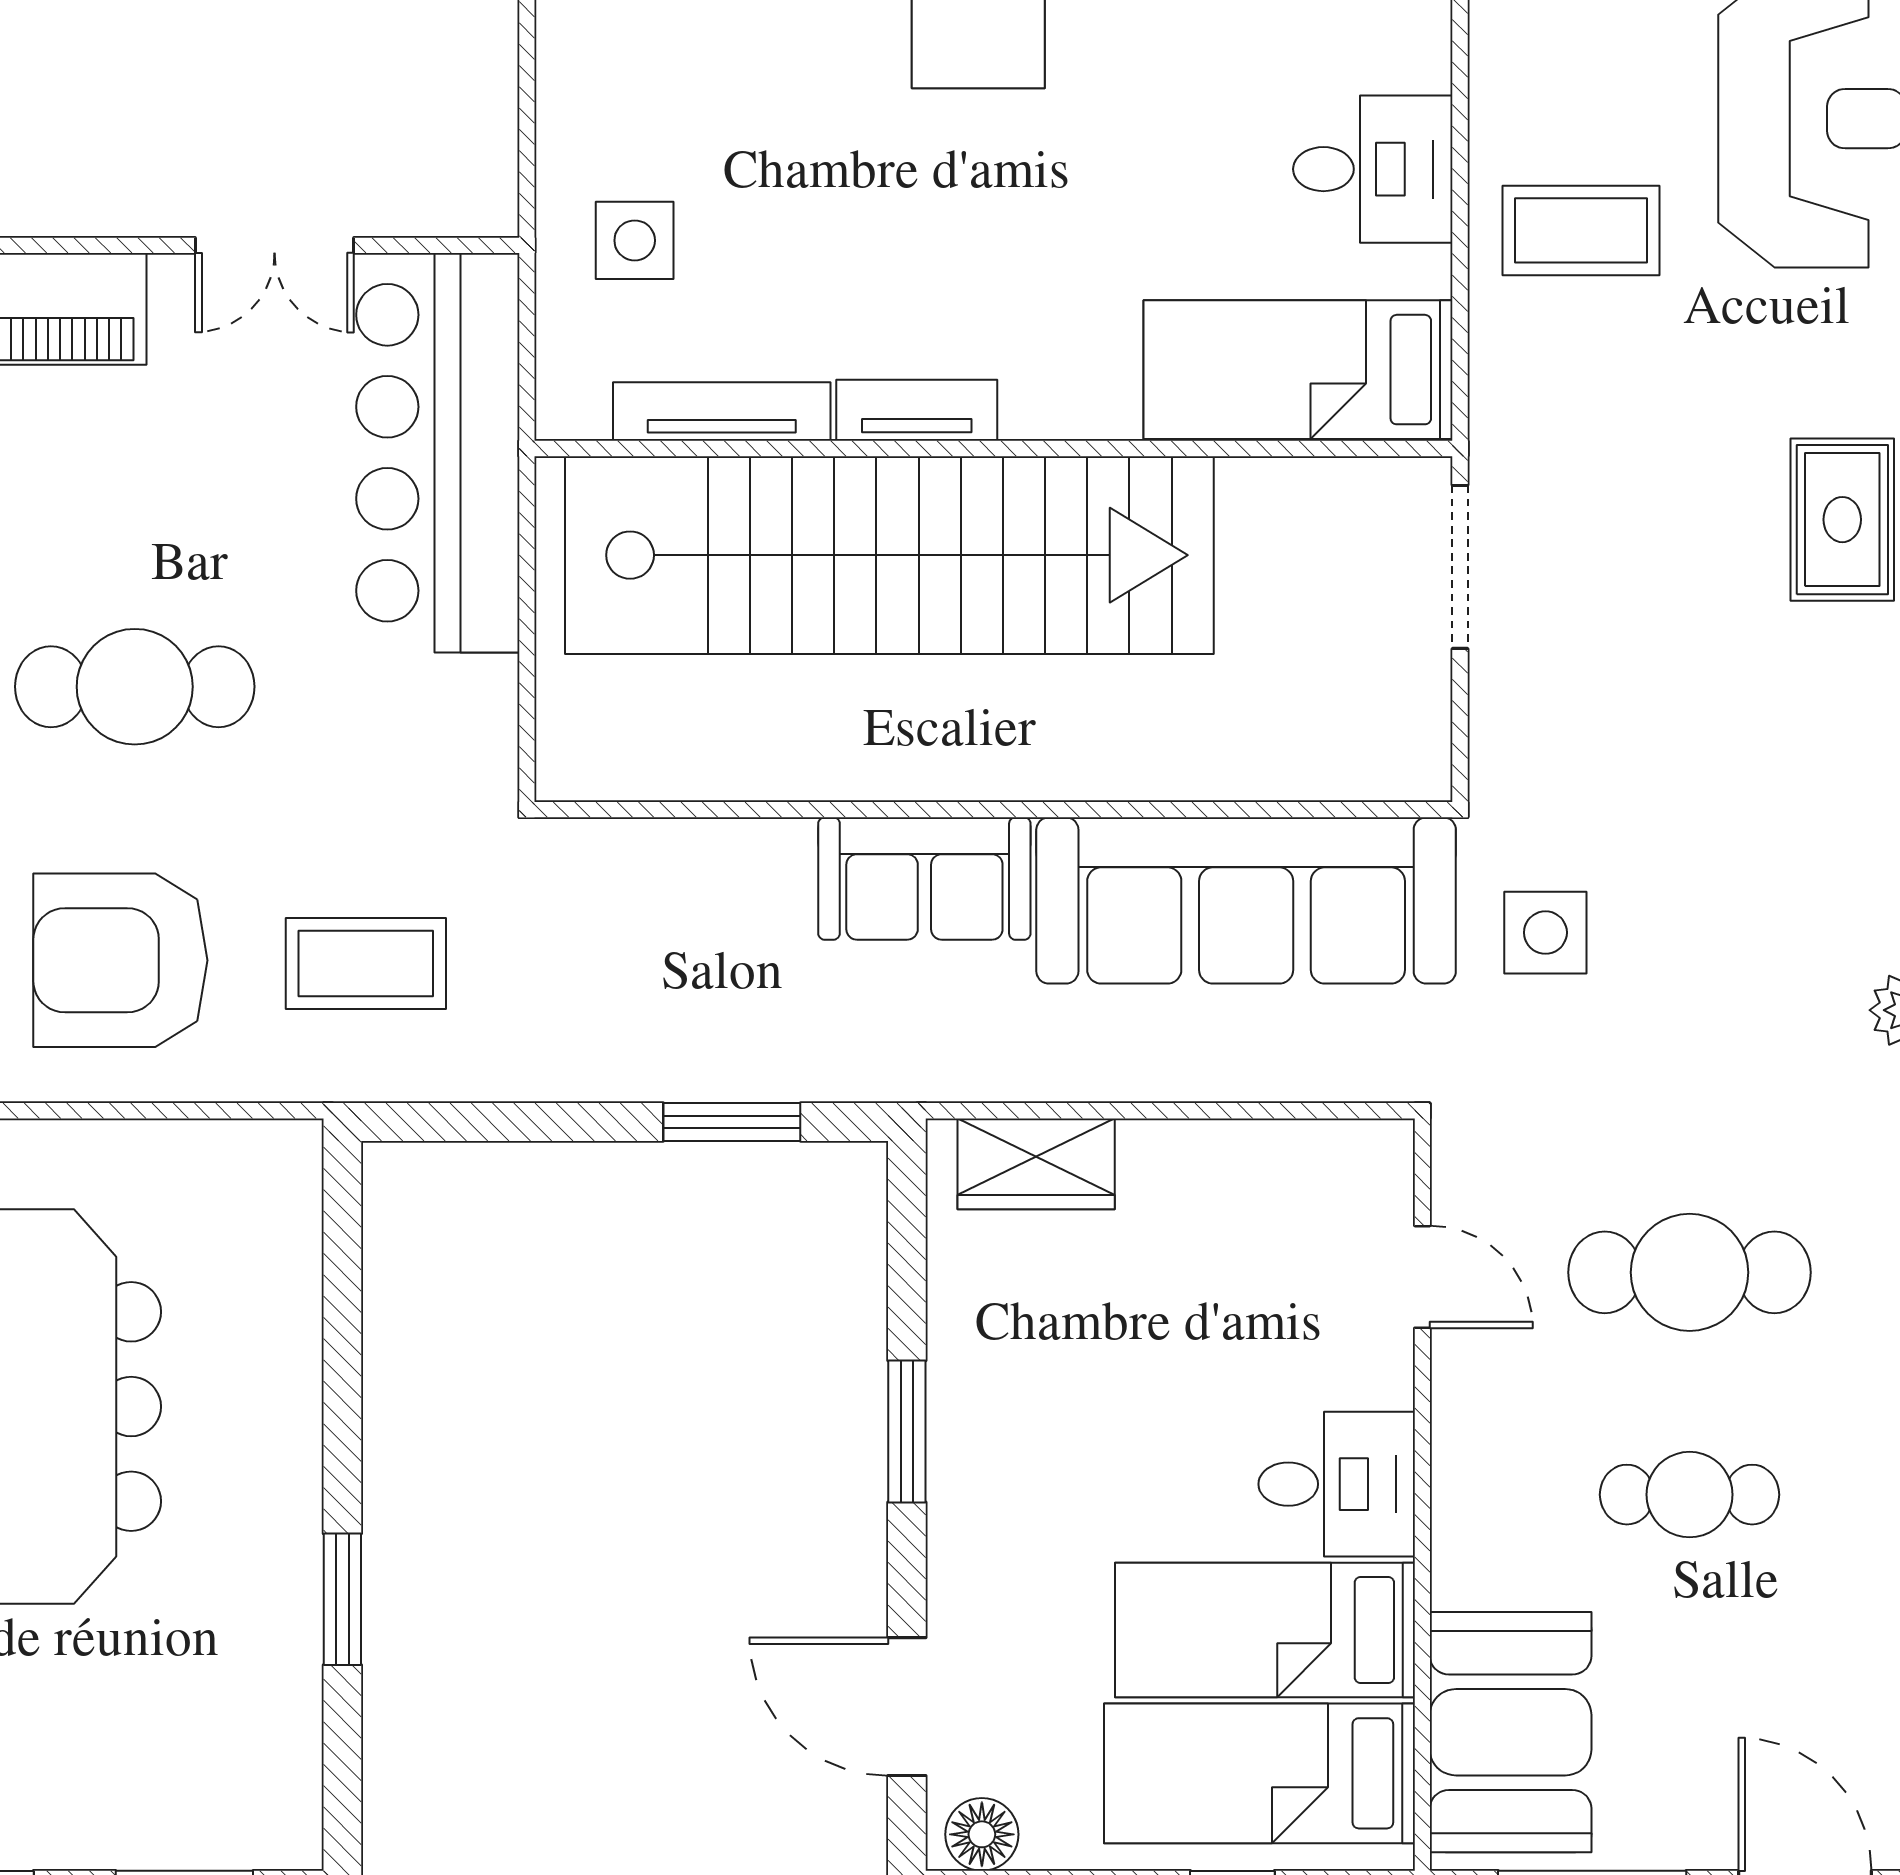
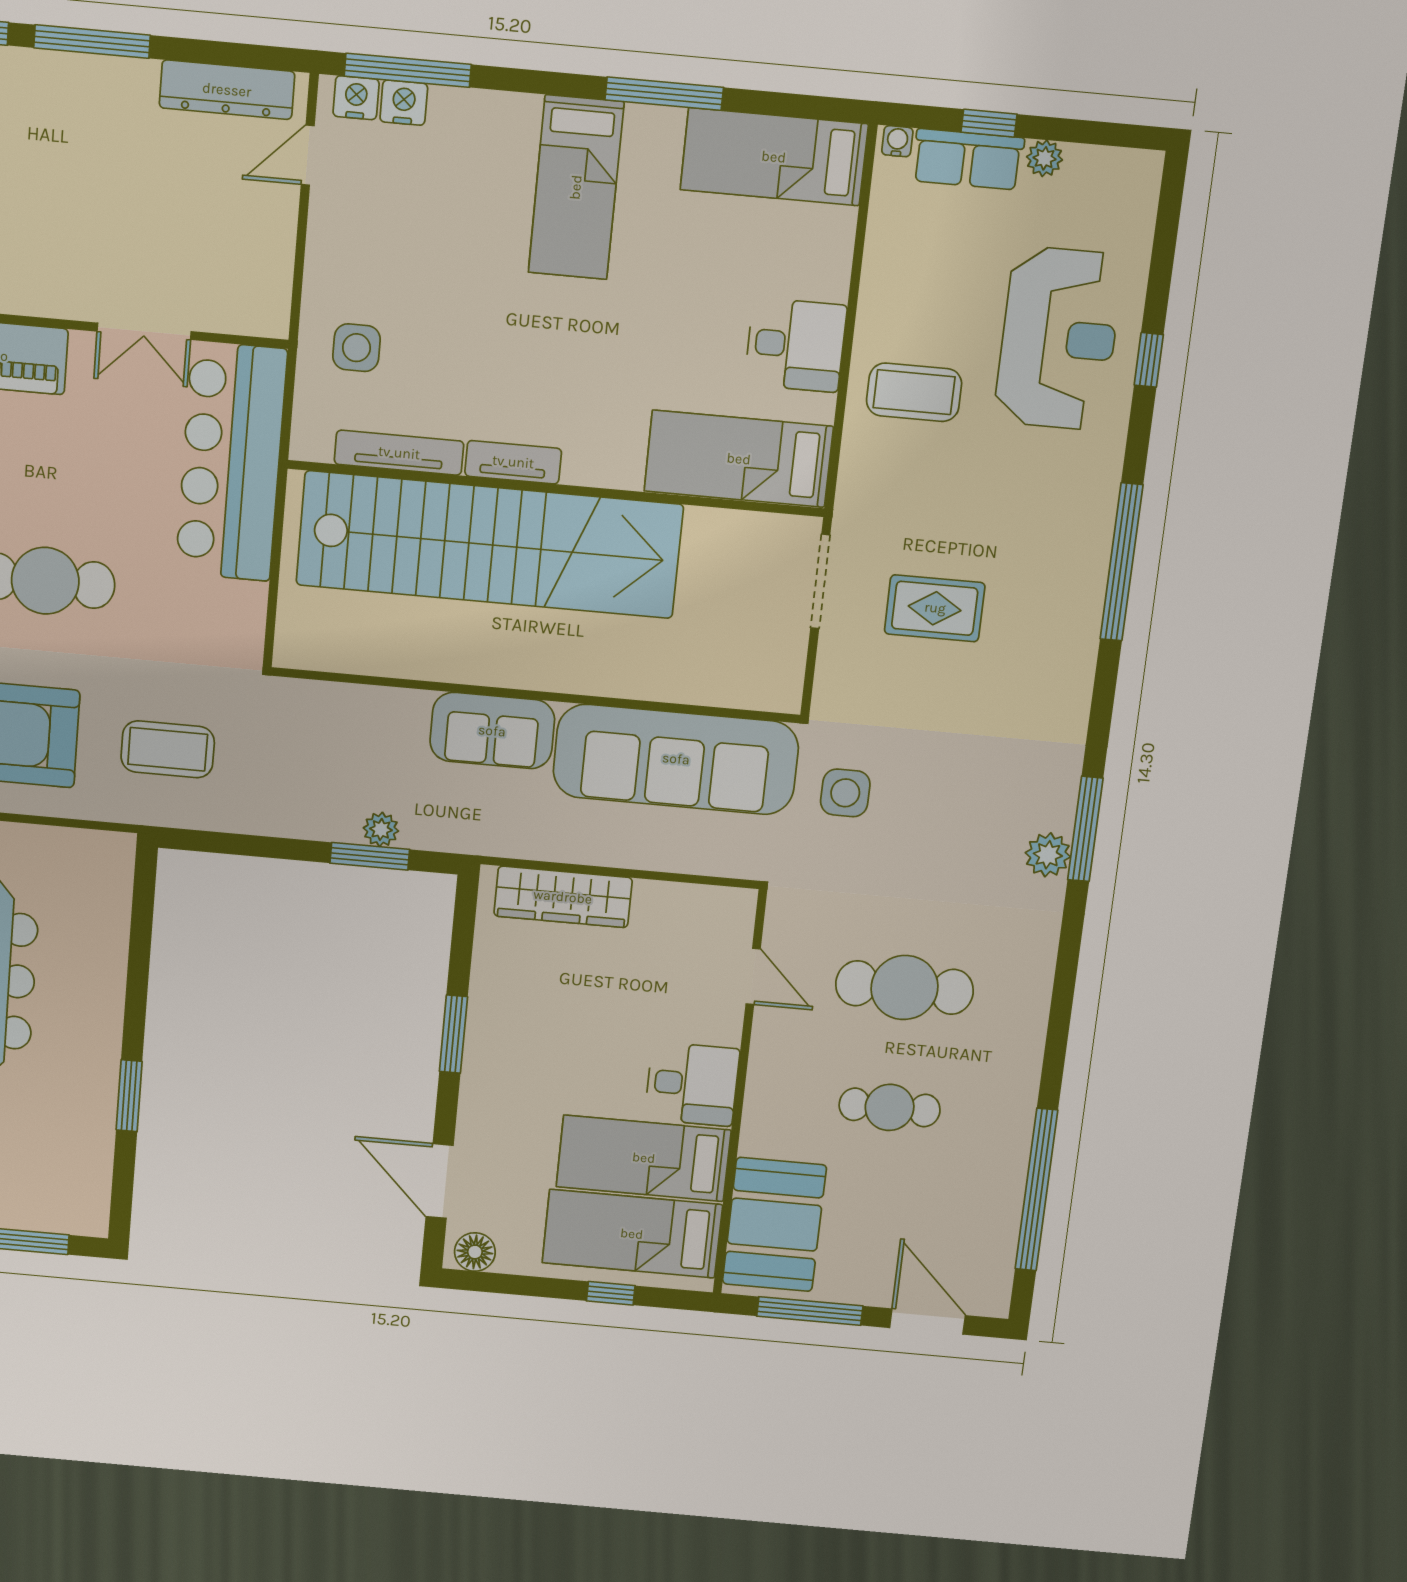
rug: (1842, 520) -> (935, 608), moved, turned 90
plant: (747, 1072) -> (381, 829), added
wardrobe: (1036, 1164) -> (563, 897), width x1.50

